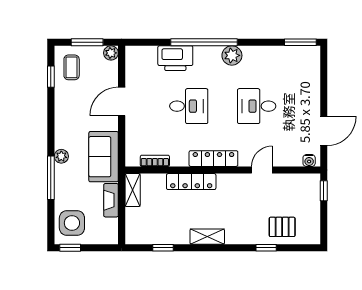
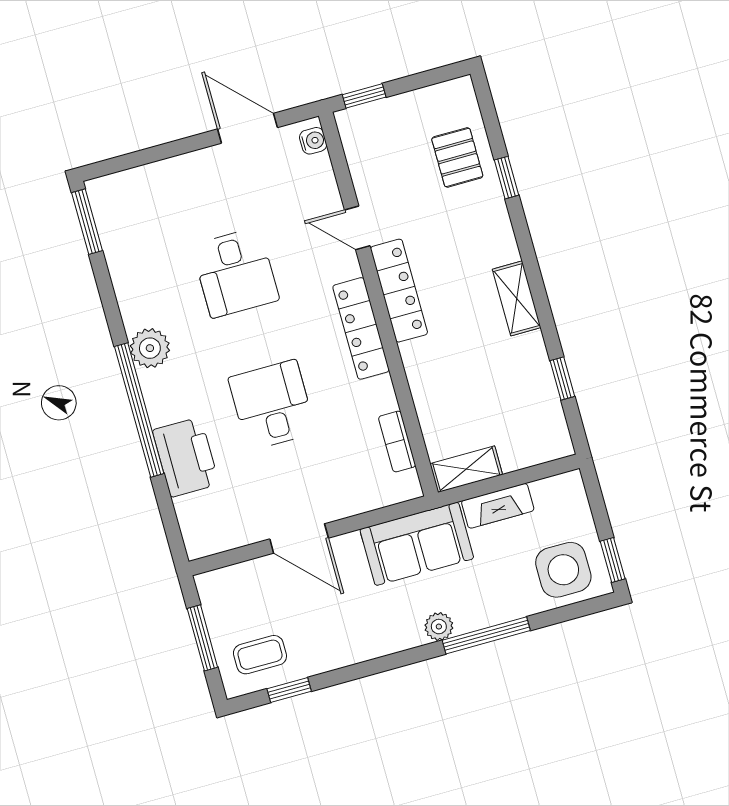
plant: (111, 53) -> (210, 586), removed
locker: (191, 182) -> (399, 291), moved

